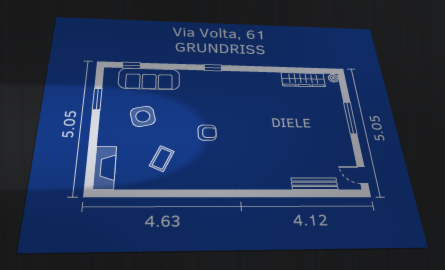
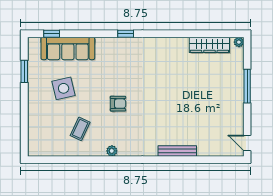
fireplace: (105, 168) -> (35, 137), removed
plant: (201, 183) -> (112, 151), added
bench: (314, 184) -> (177, 151), moved

